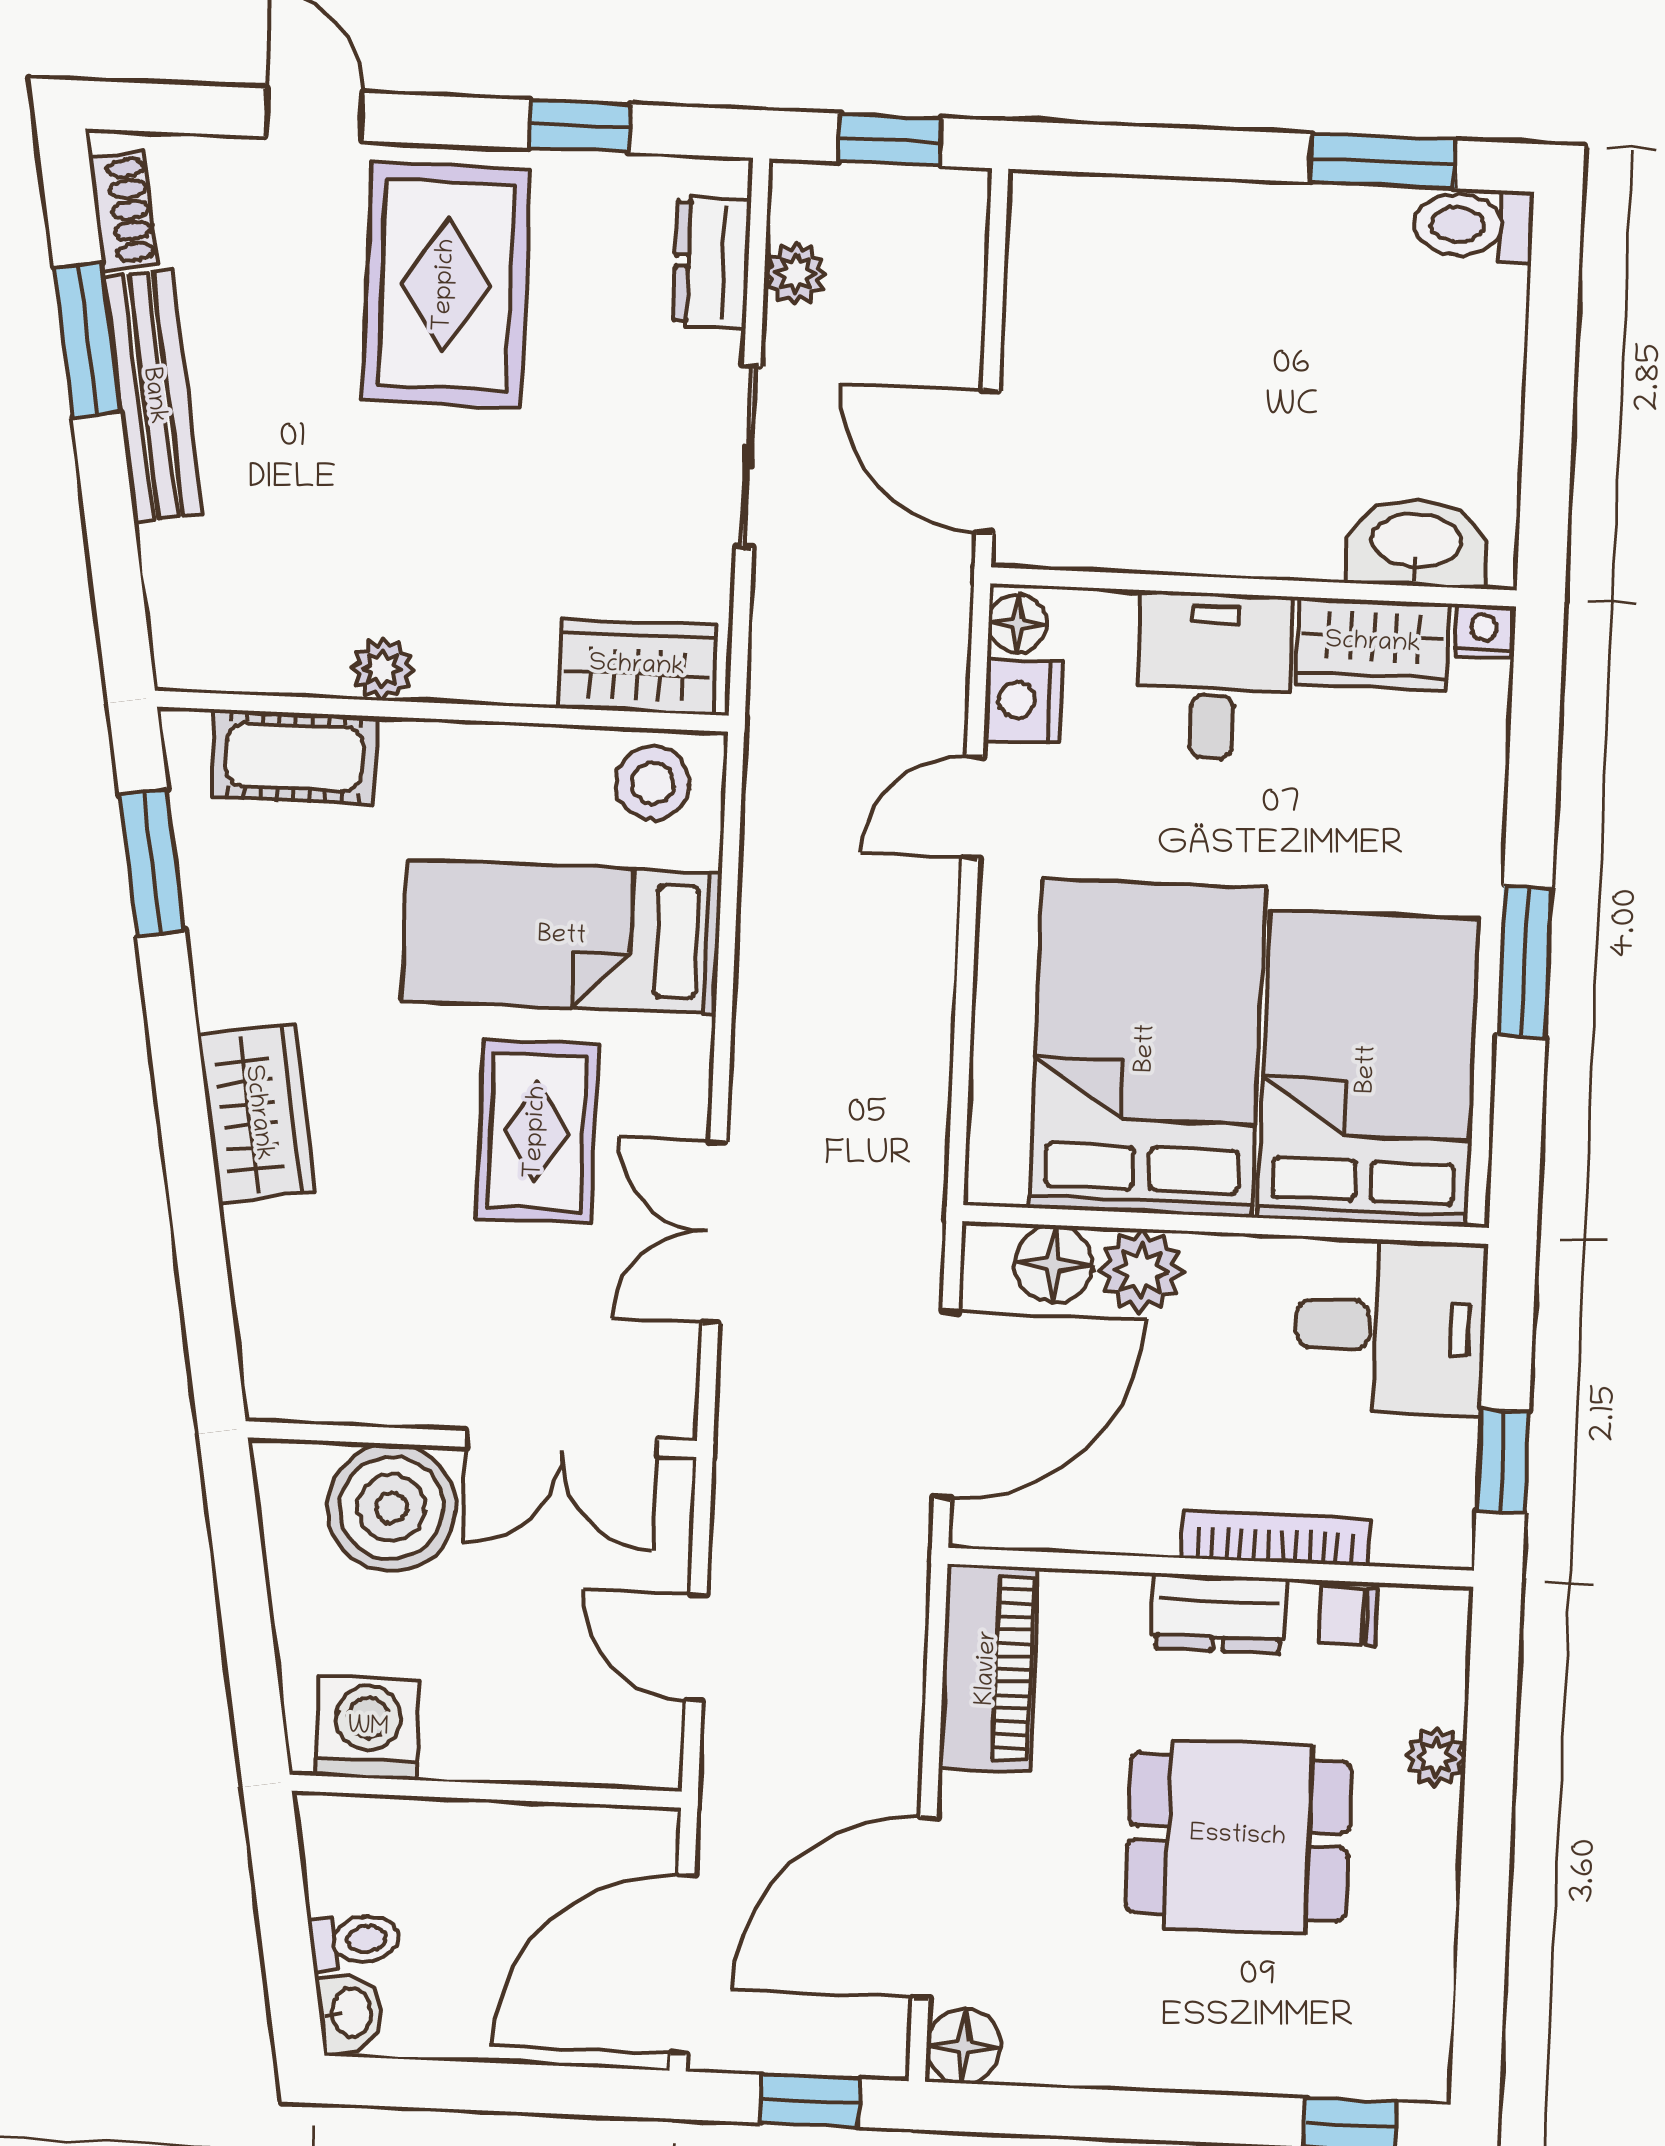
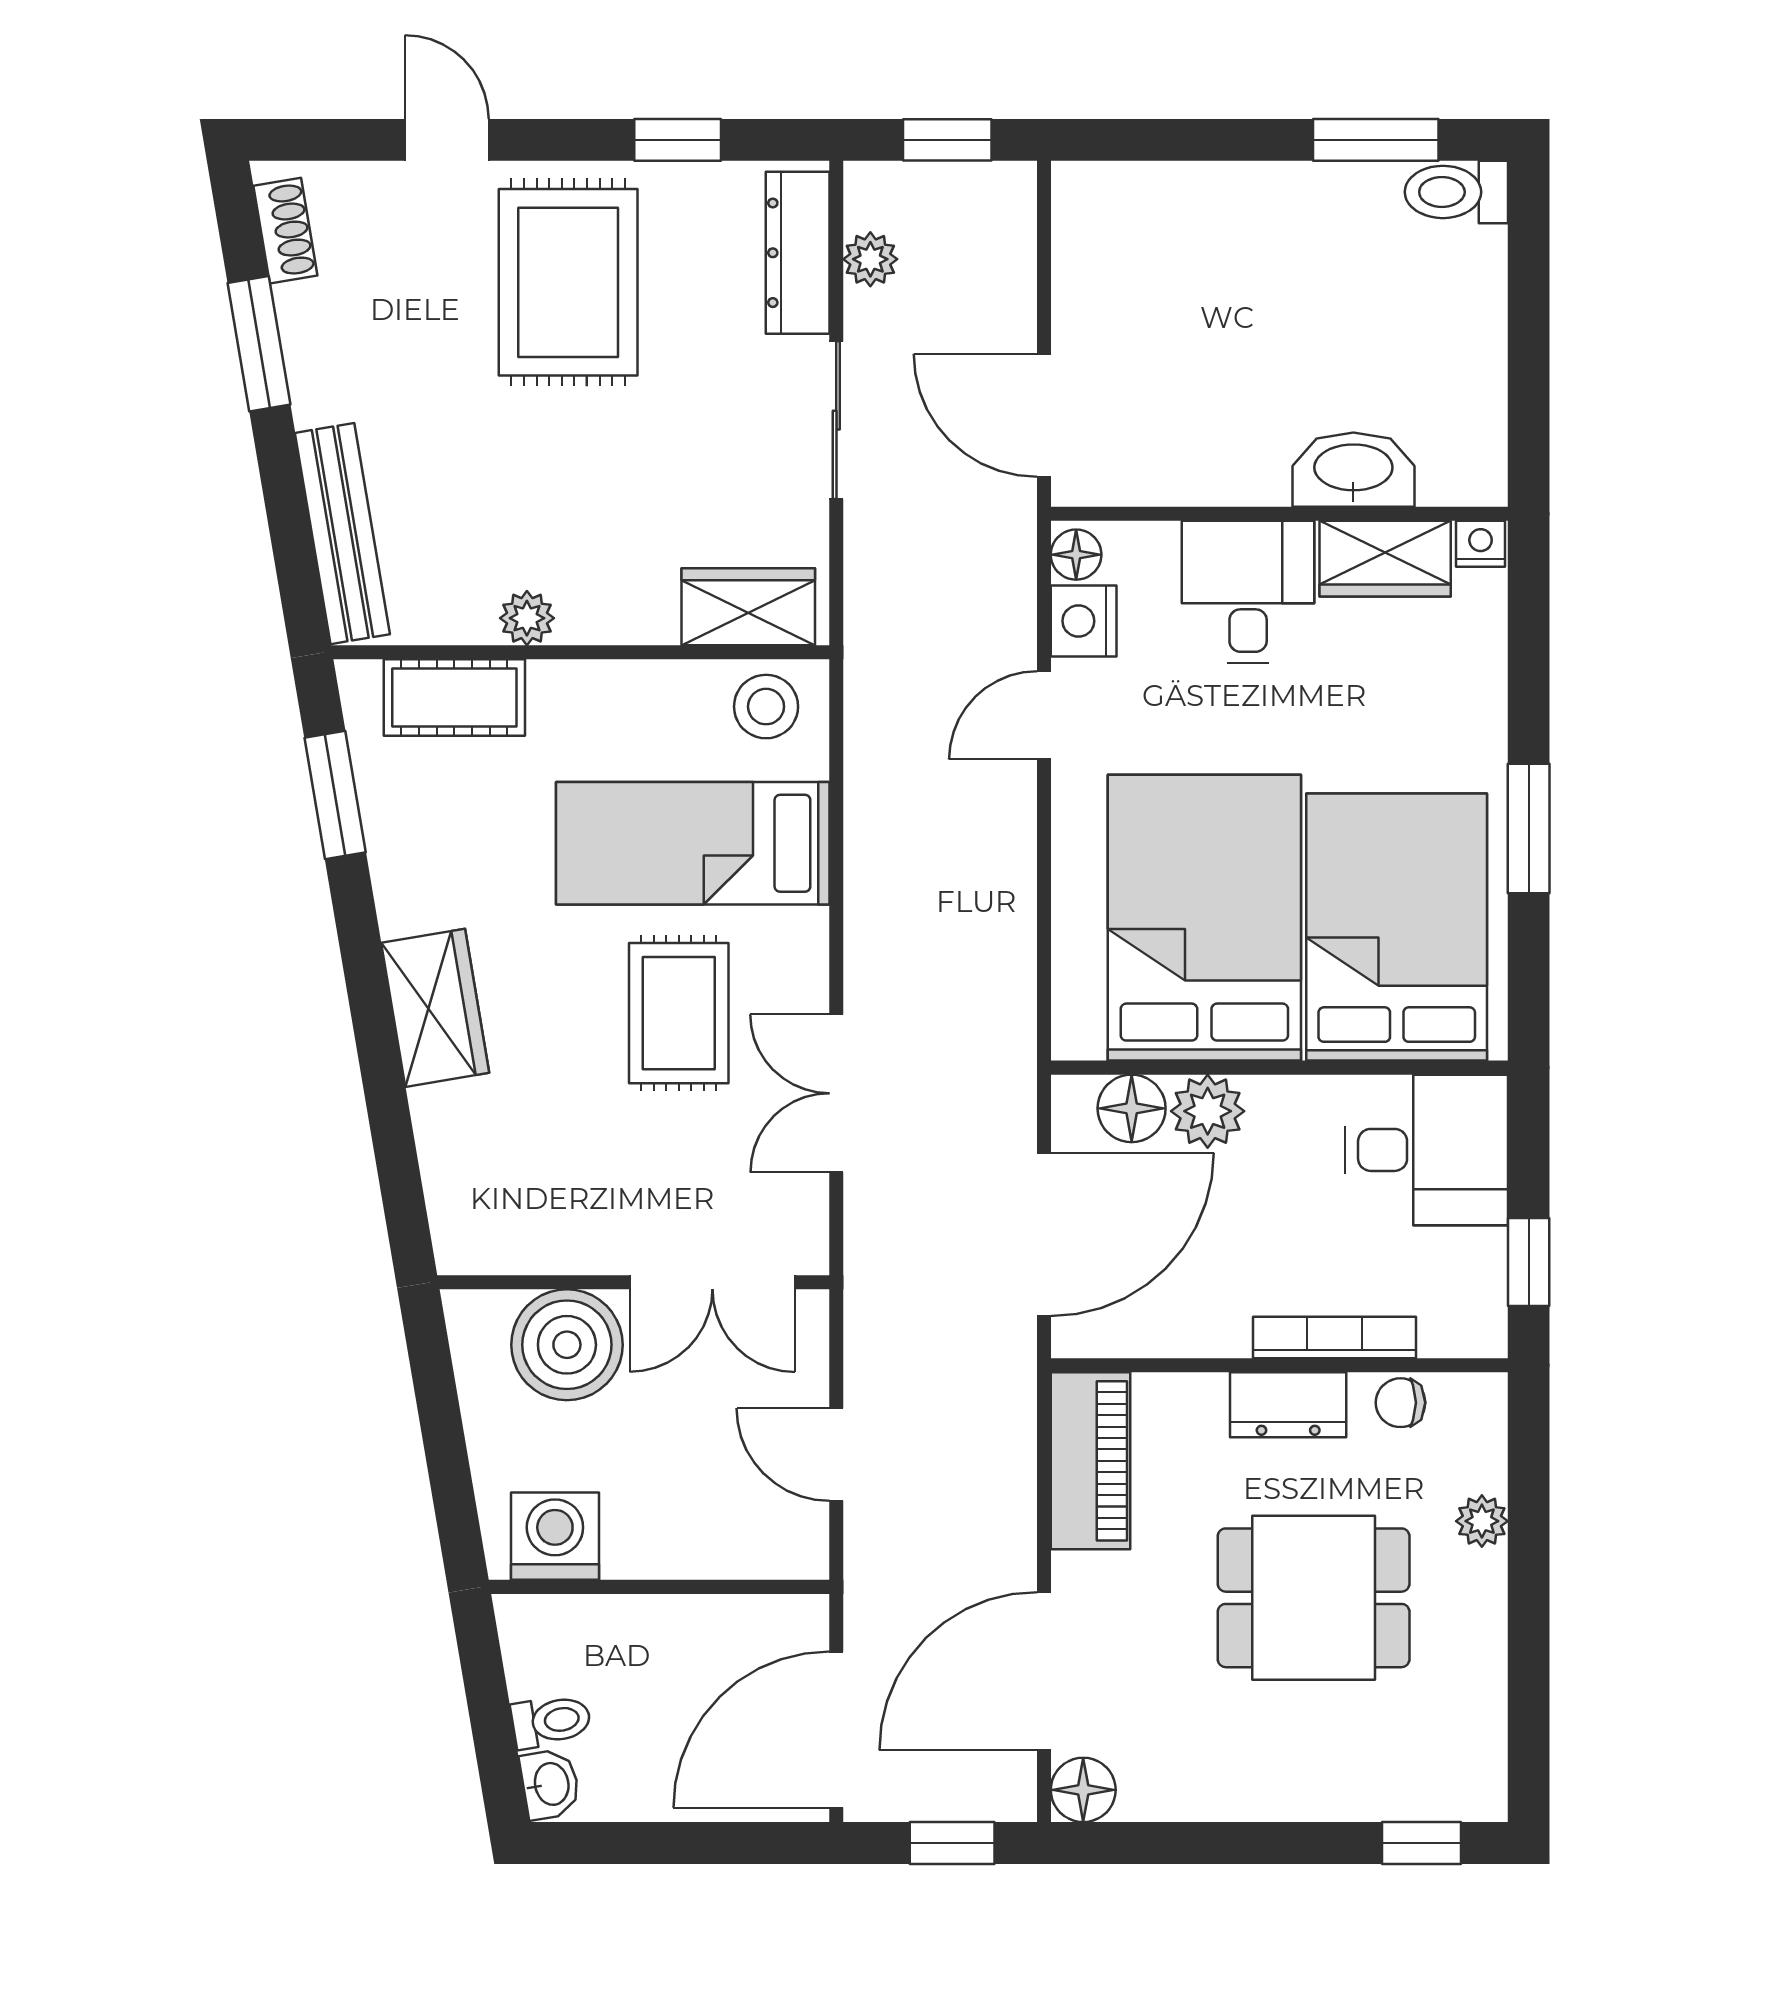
dresser: (712, 262) -> (798, 253), width x1.44
bench: (153, 396) -> (342, 534), moved
washbasin: (1416, 543) -> (1353, 470), moved

